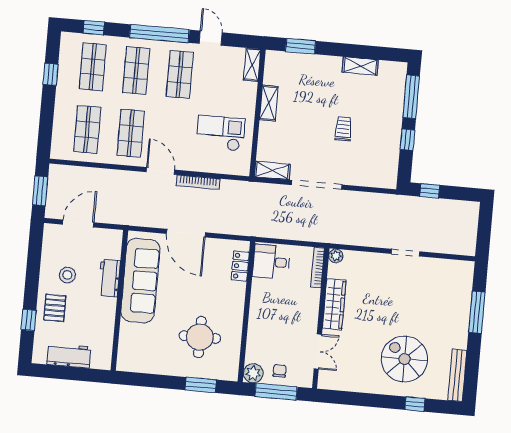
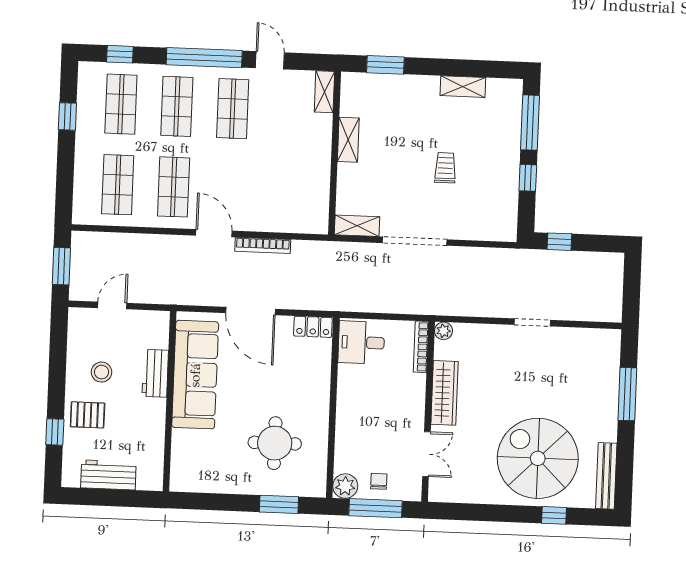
checkout: (221, 133) -> (289, 181), removed
door: (78, 223) -> (112, 305), width x0.73
locker: (240, 266) -> (313, 327), moved, turned -90
pallet: (55, 308) -> (88, 415), turned 90
spiral stairs: (404, 359) -> (538, 458), width x1.37, depth x1.37

